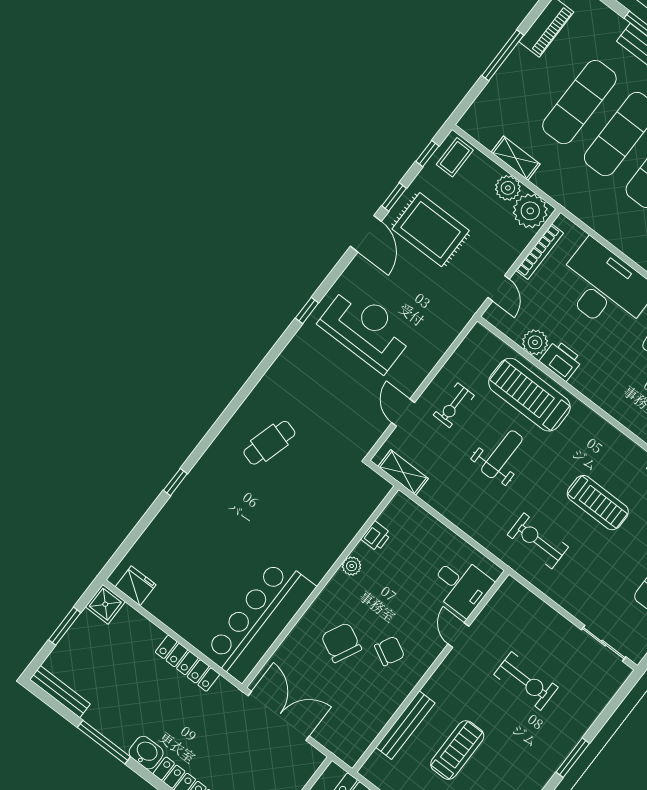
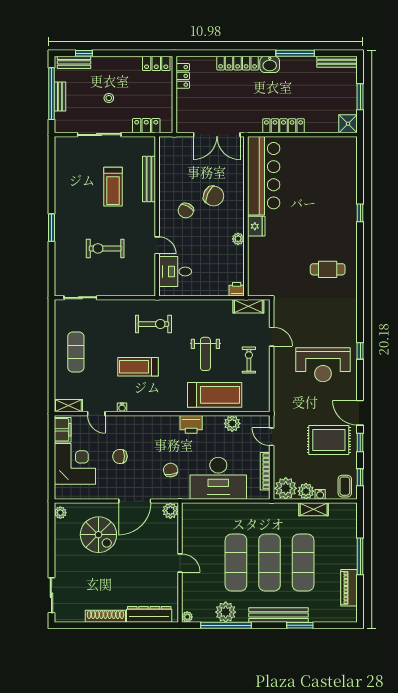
water cooler: (493, 171) -> (320, 494), added
printer: (561, 360) -> (191, 424), moved
cafe table: (269, 443) -> (328, 269), turned 74
printer: (376, 536) -> (237, 289), moved, turned 90
fridge: (136, 586) -> (256, 226), moved, turned -90

